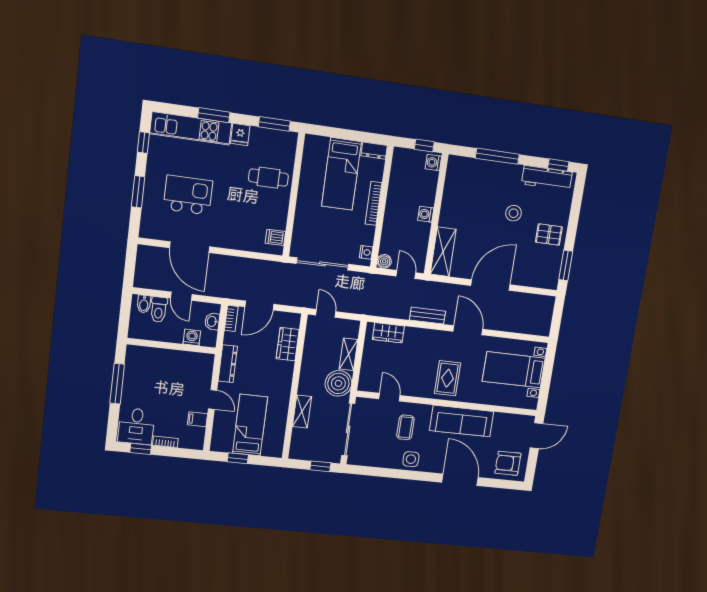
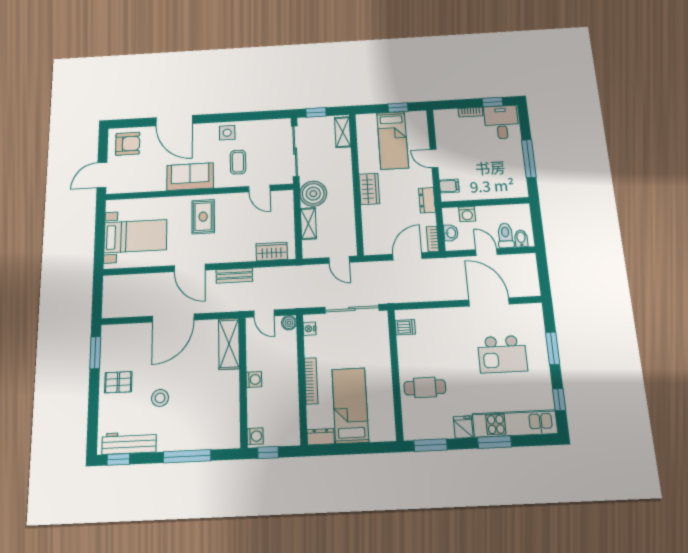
wardrobe: (288, 344) -> (369, 189), moved
dresser: (228, 364) -> (427, 200), width x0.70
shelving: (302, 412) -> (343, 132), moved
filing cabinet: (198, 419) -> (449, 186), moved
sofa: (462, 421) -> (190, 177), width x0.73

